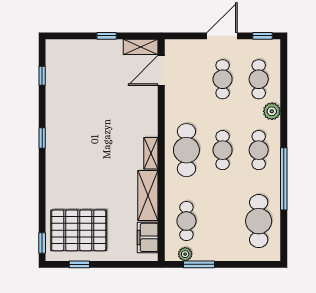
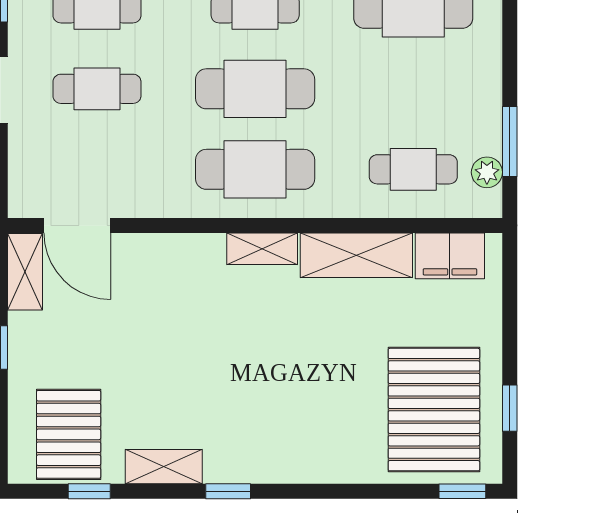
pallet: (68, 66) -> (69, 434), added
shelving: (53, 109) -> (164, 467), added
cafe table: (223, 150) -> (255, 89), width x1.37, depth x1.35

